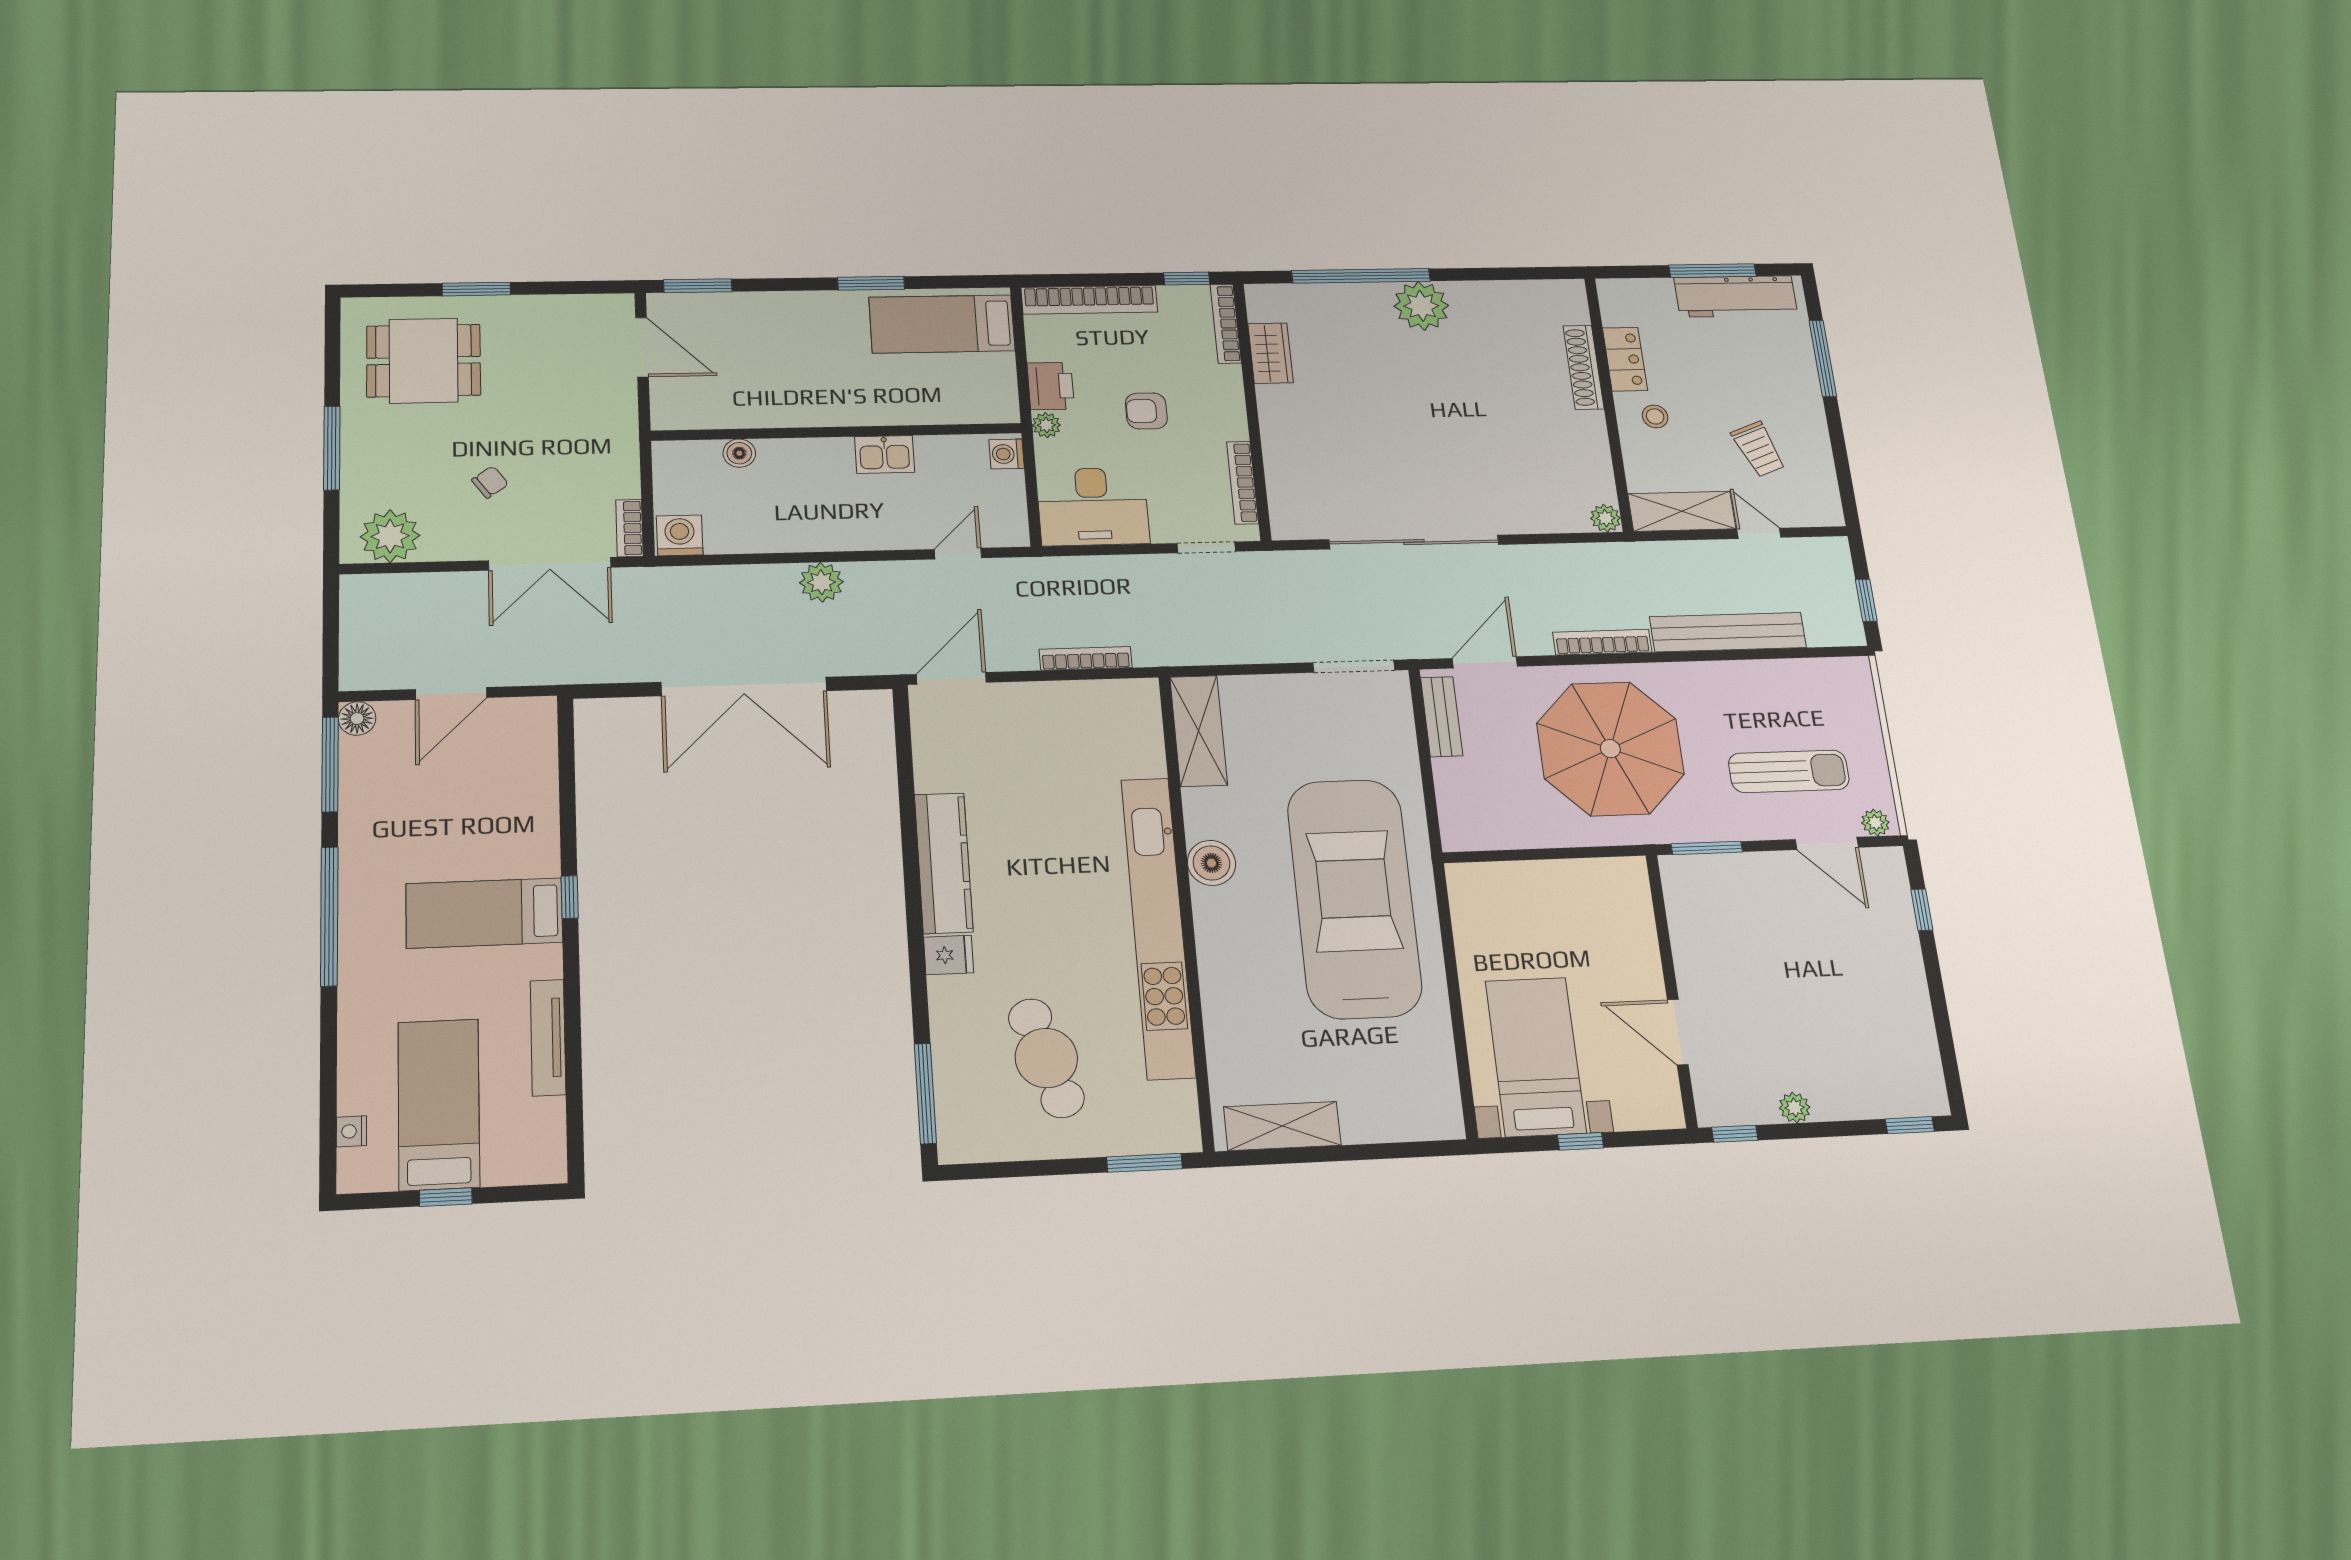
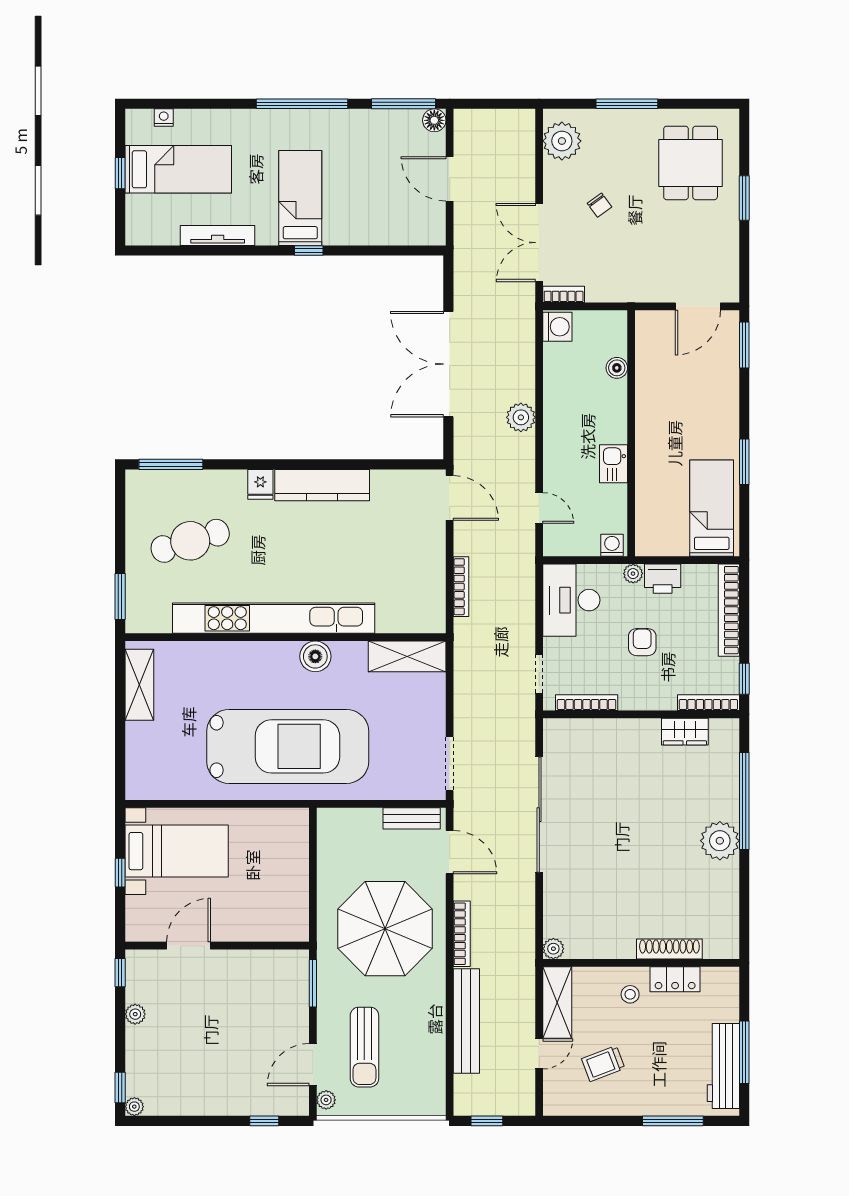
plant: (1935, 1102) -> (134, 1107), added

